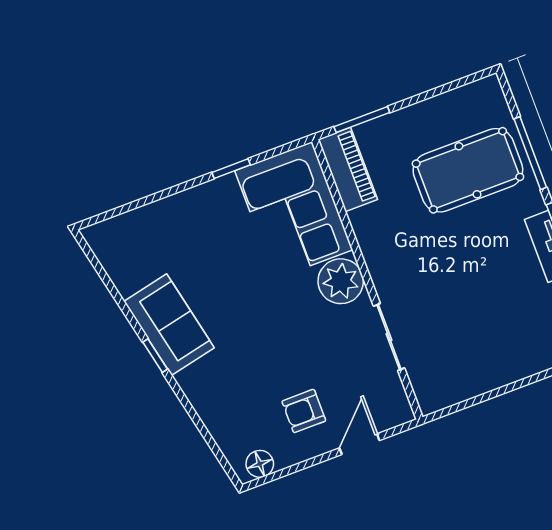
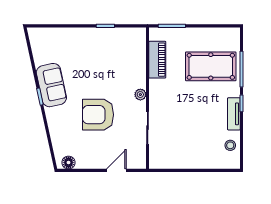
piano: (348, 169) -> (157, 60), moved
corner sofa: (294, 210) -> (126, 55), removed
plant: (341, 281) -> (140, 95), width x0.53, depth x0.53
armchair: (304, 411) -> (98, 115), moved, width x1.88, depth x1.88

